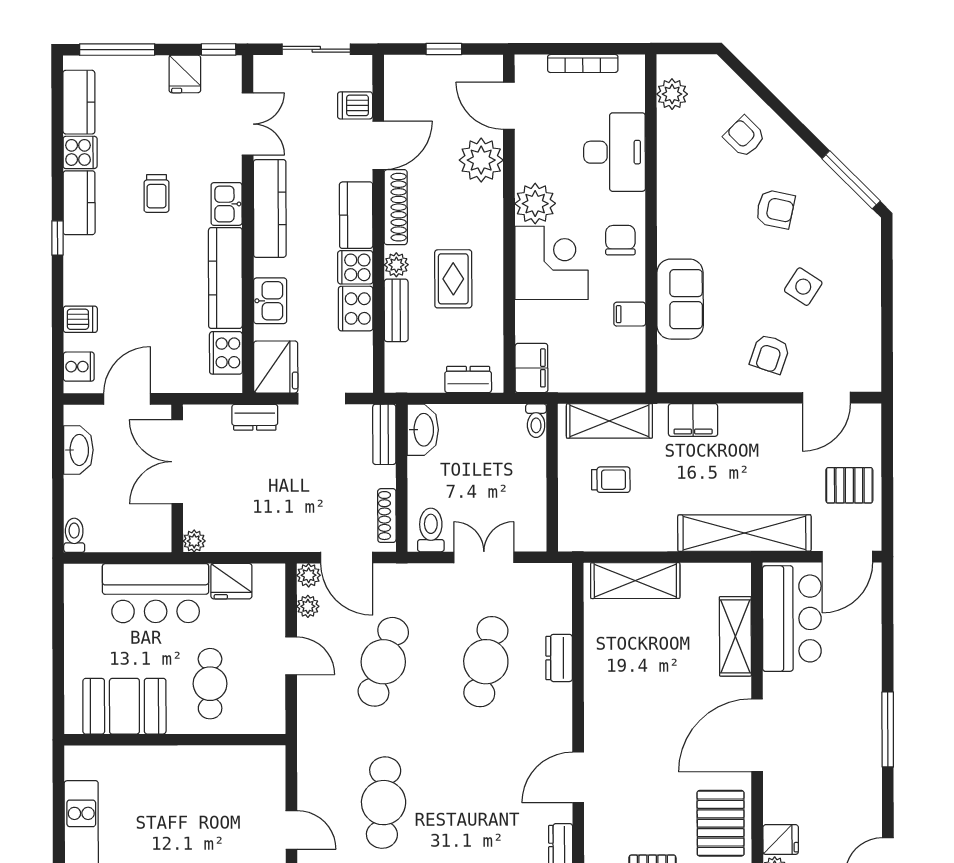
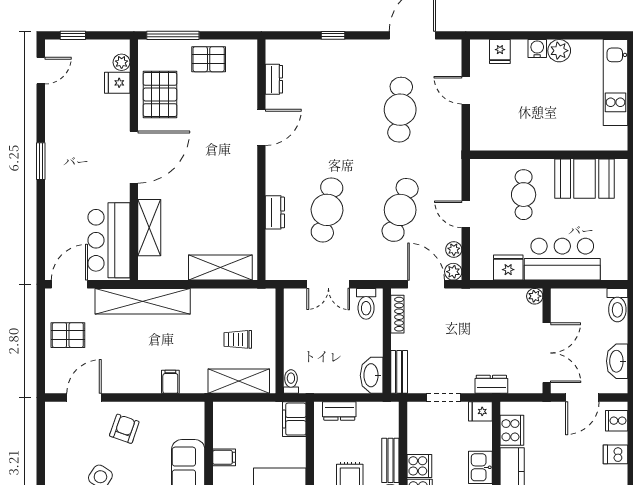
cooker: (356, 309) -> (419, 466), width x0.73
fridge: (276, 367) -> (480, 411), width x0.53, depth x0.75
filing cabinet: (693, 420) -> (170, 382), width x0.50
toilet: (74, 535) -> (617, 305), width x1.37, depth x1.39
window: (888, 729) -> (41, 161), width x0.69

